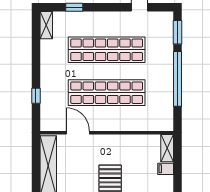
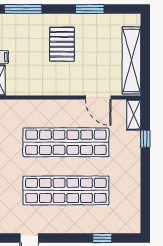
shelving: (46, 25) -> (134, 115), moved

